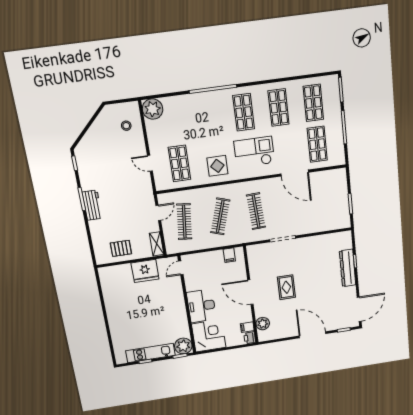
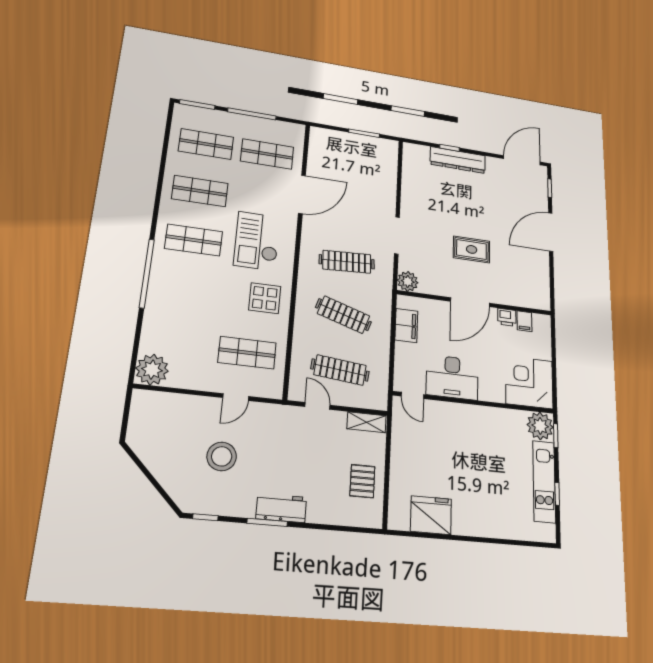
stool: (126, 126) -> (222, 456), moved, width x1.89, depth x1.89
filing cabinet: (229, 255) -> (406, 326), width x2.00
fridge: (145, 271) -> (431, 515), moved, turned -90
desk: (201, 306) -> (452, 377), moved
door: (359, 309) -> (522, 160), hinge flipped
plant: (263, 324) -> (408, 281), moved
printer: (250, 338) -> (507, 317), moved

